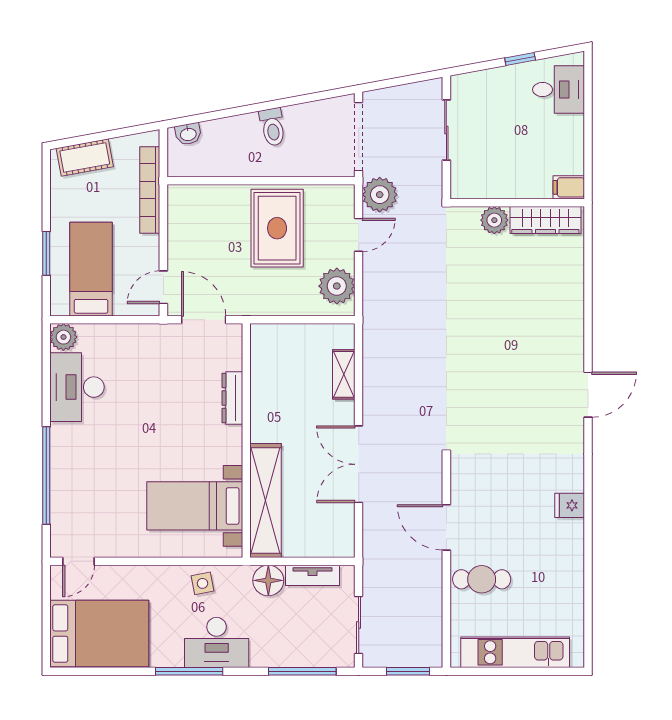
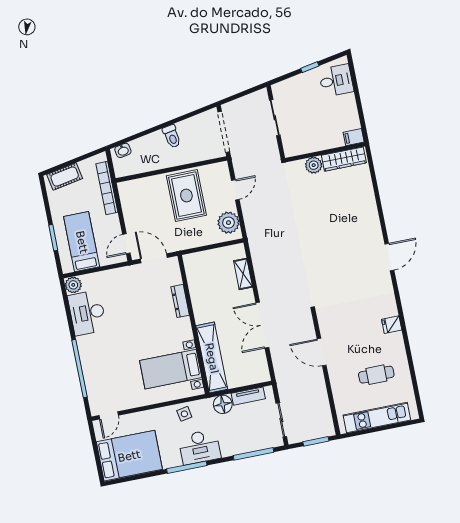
plant: (380, 195) -> (243, 164), removed
cafe table: (482, 579) -> (376, 375), moved

